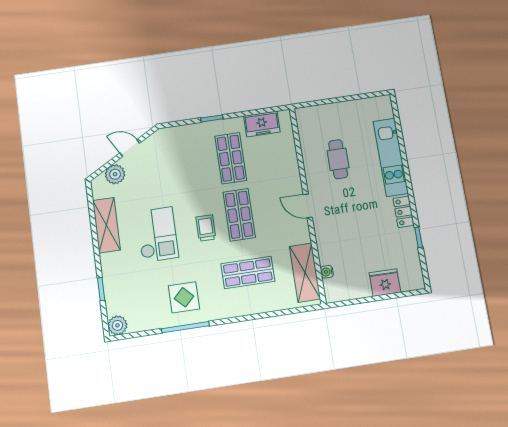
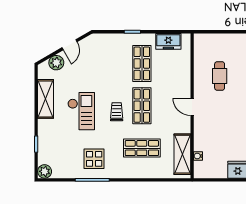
door: (130, 148) -> (69, 45), swing flipped

